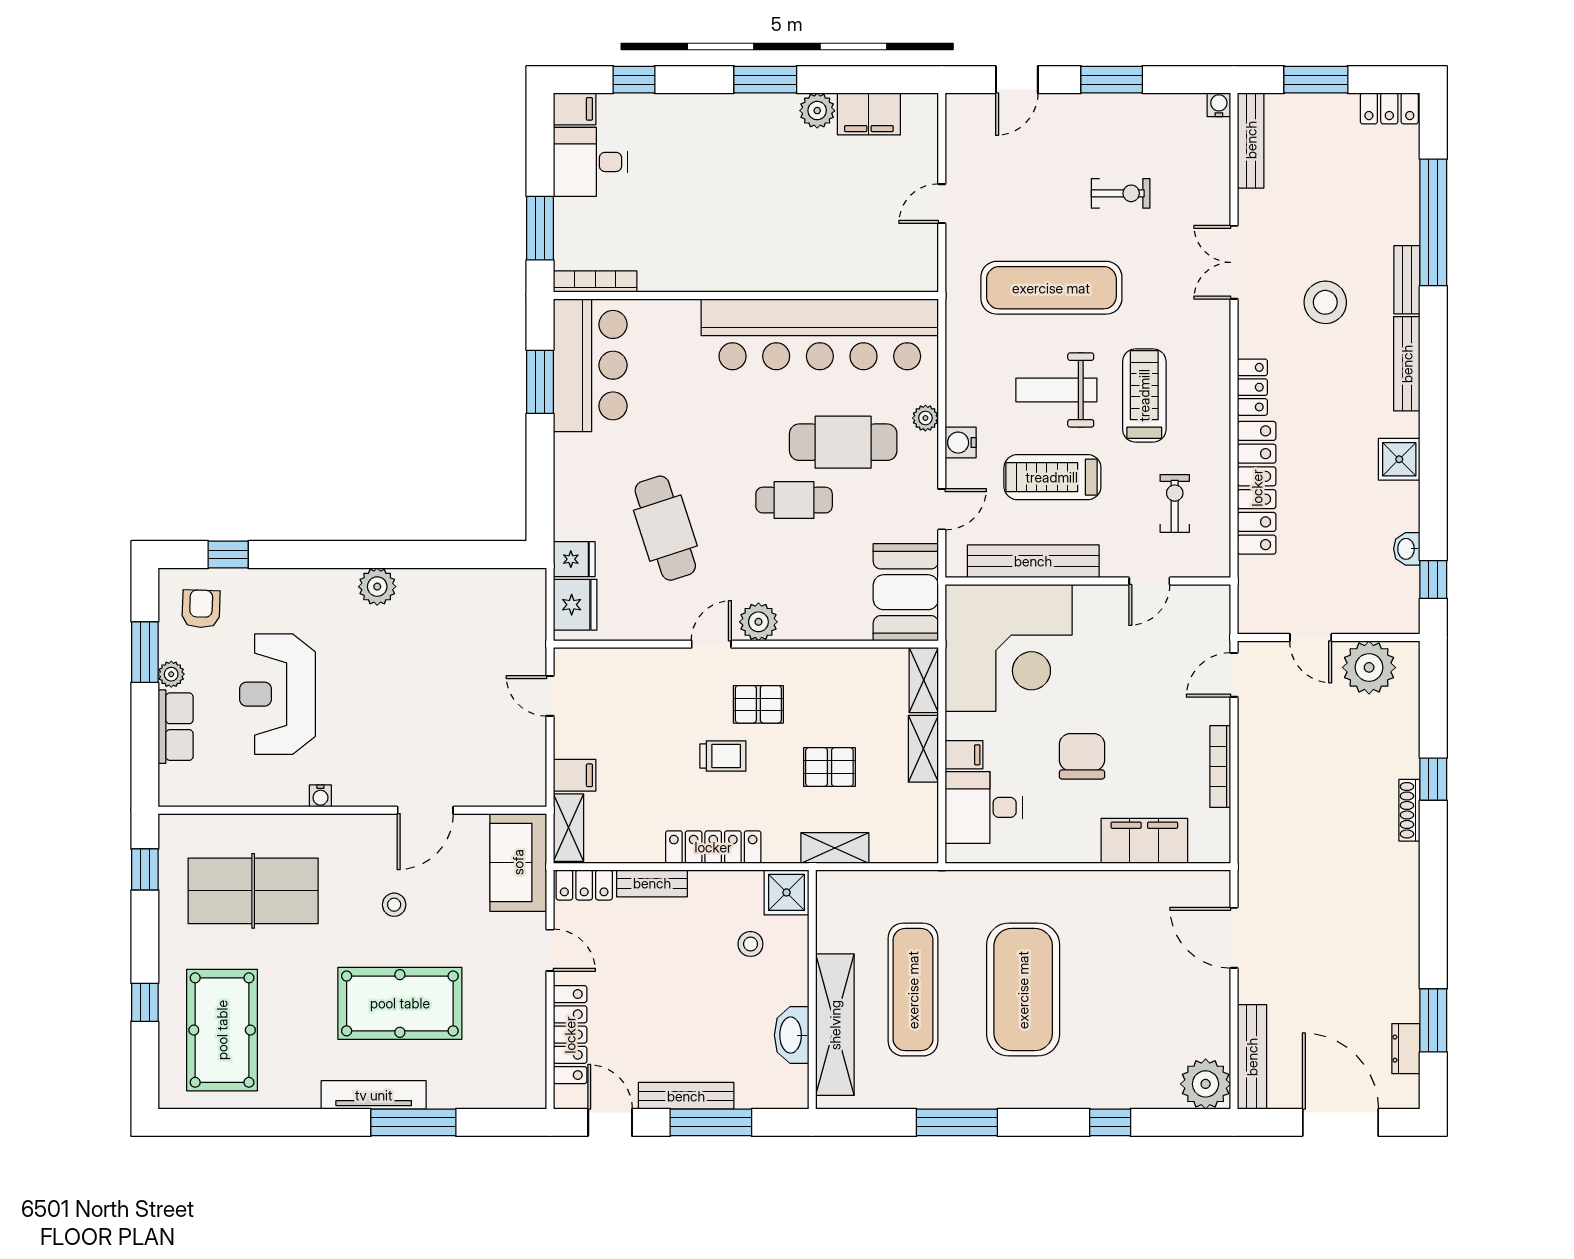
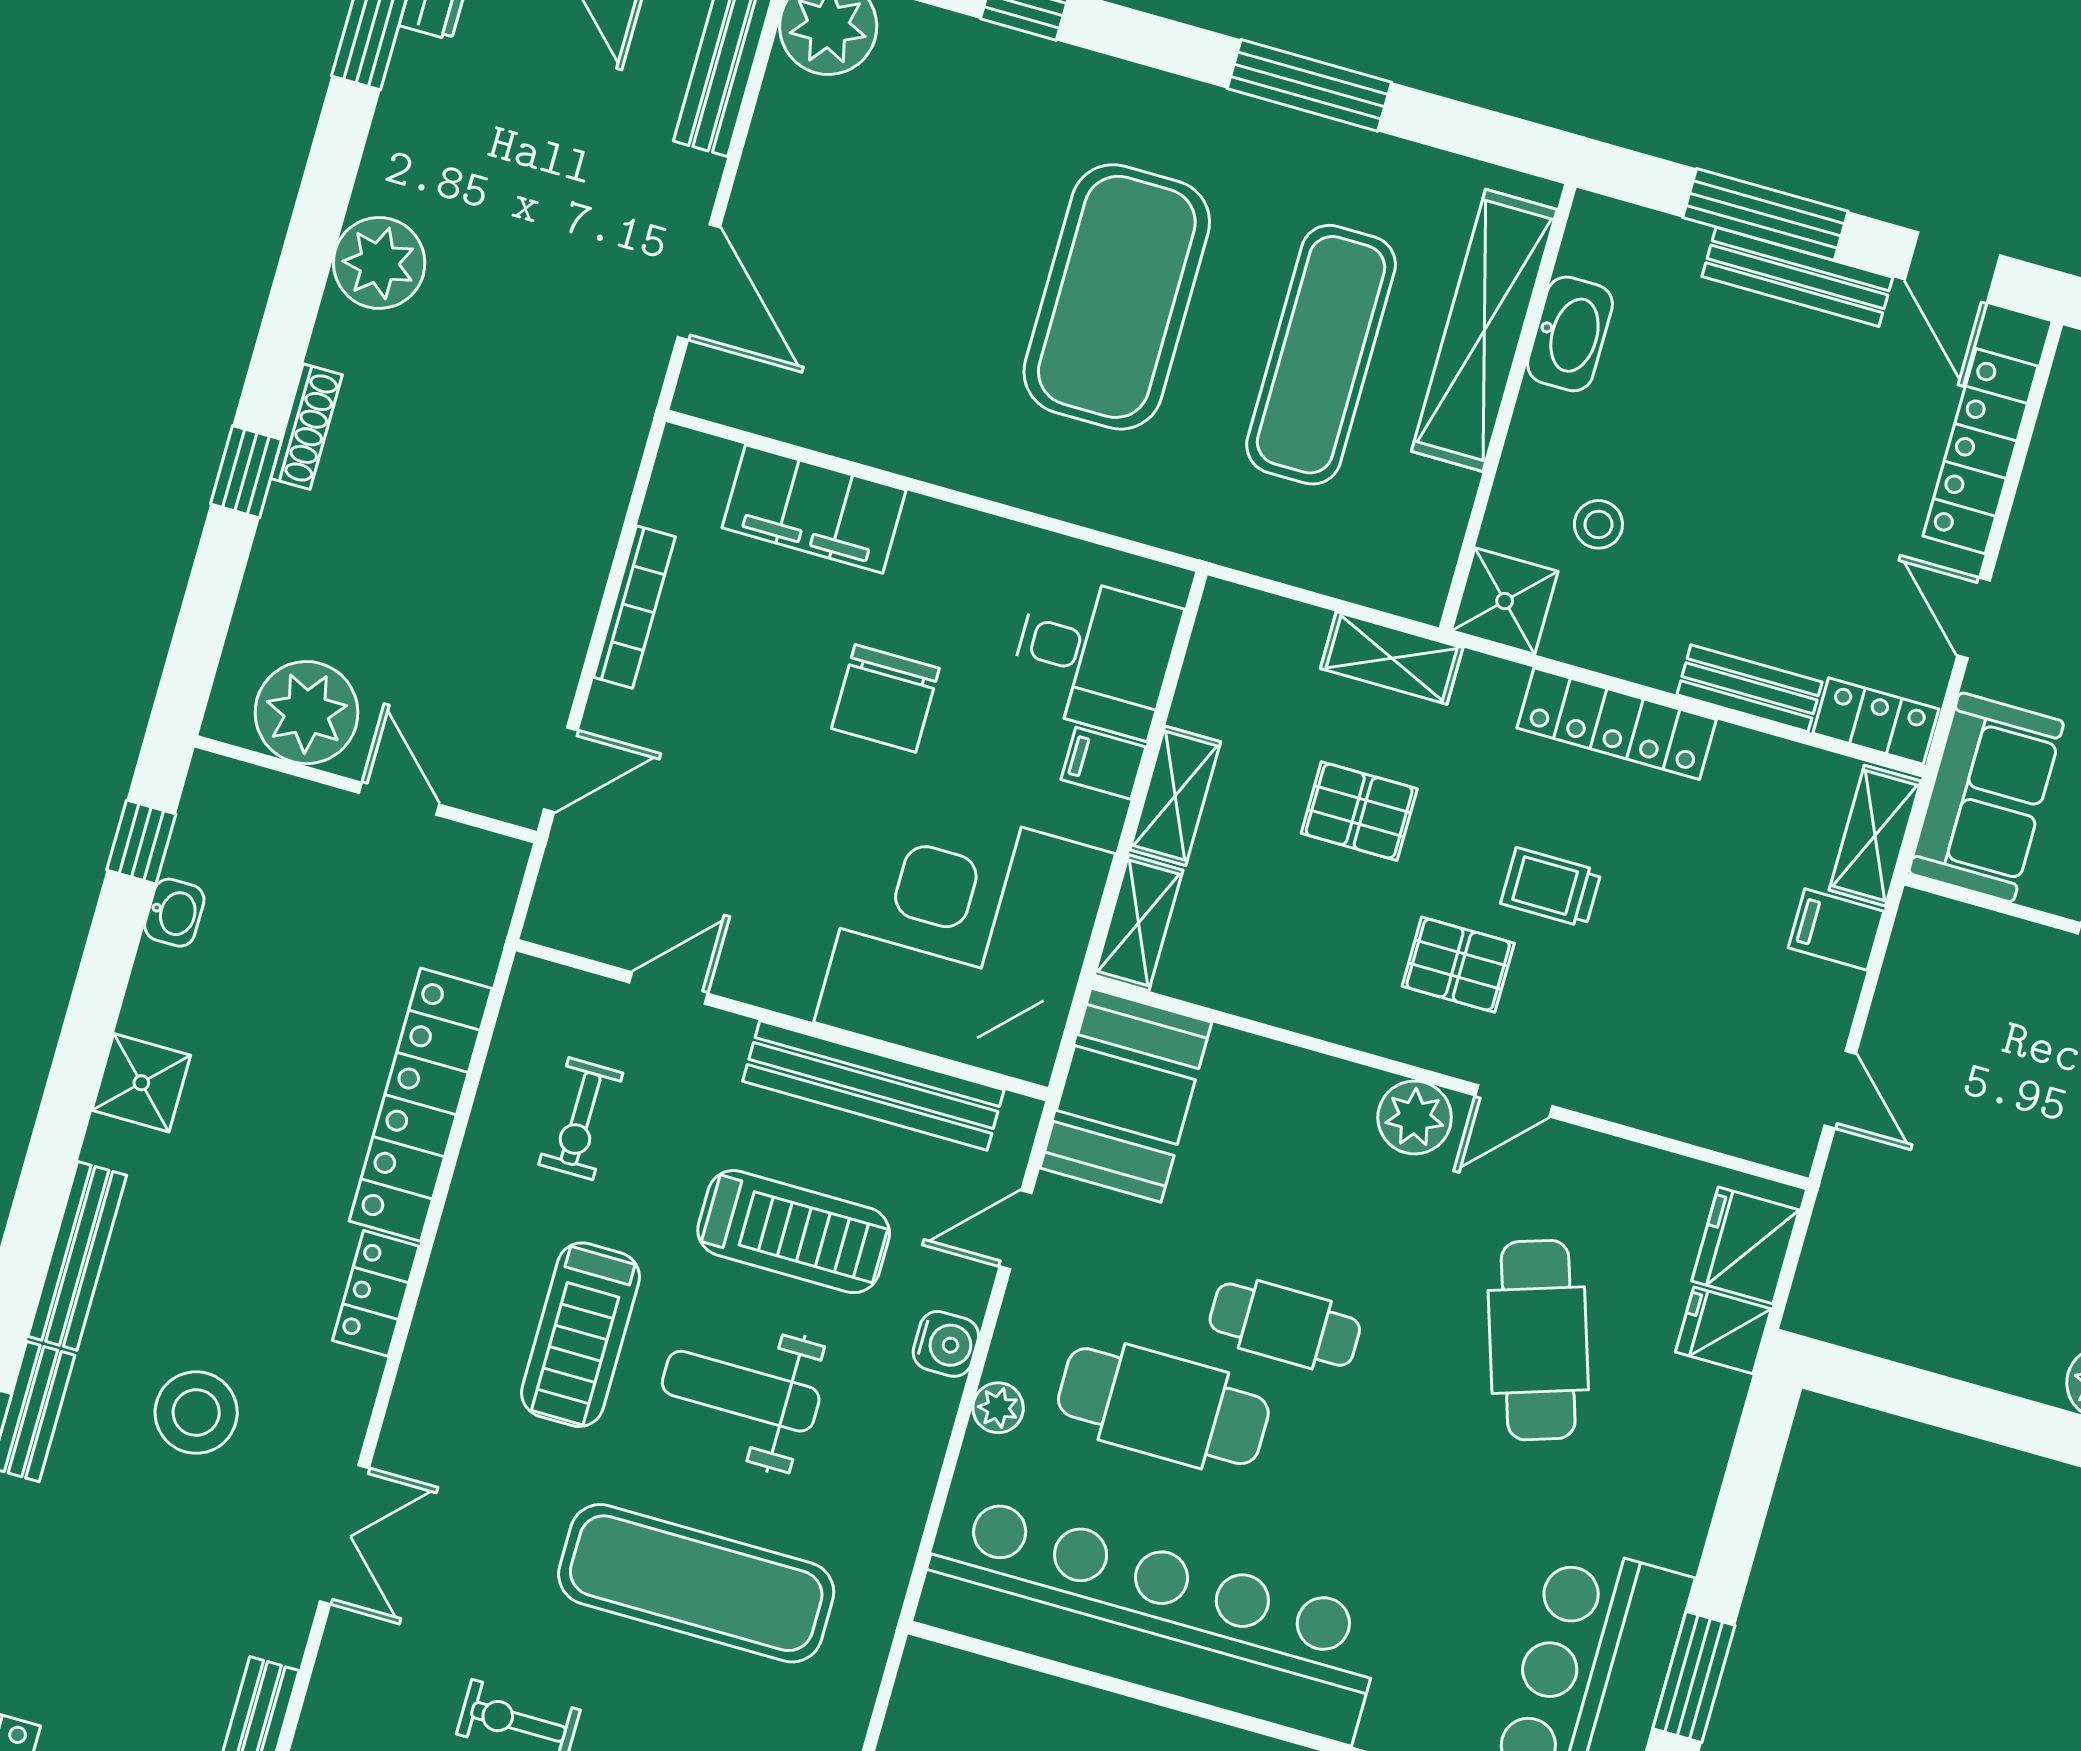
weight bench: (1056, 390) -> (741, 1391), turned 180
plant: (1396, 902) -> (379, 263), added

